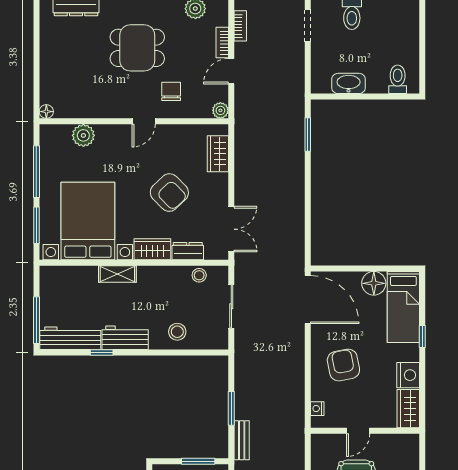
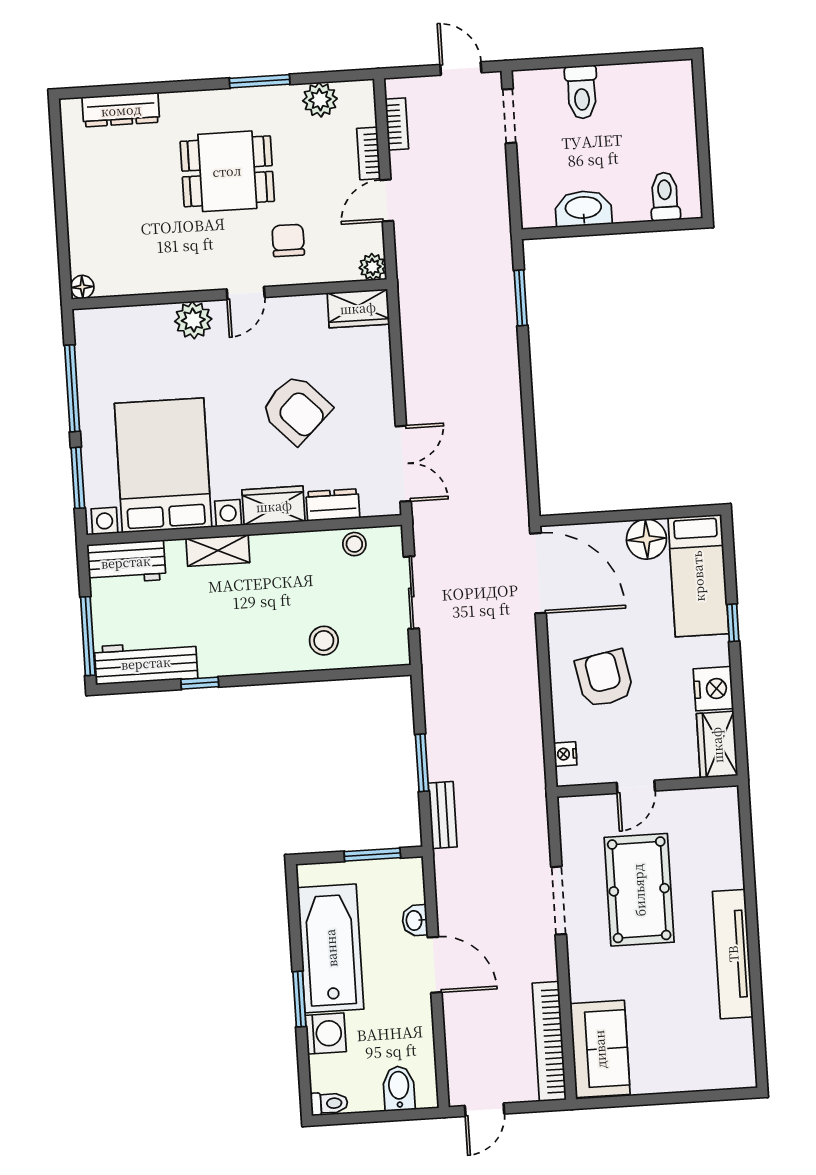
plant: (83, 135) -> (193, 320), moved
wardrobe: (218, 154) -> (358, 308), moved, turned -90
workbench: (125, 338) -> (126, 562), moved, turned 180

